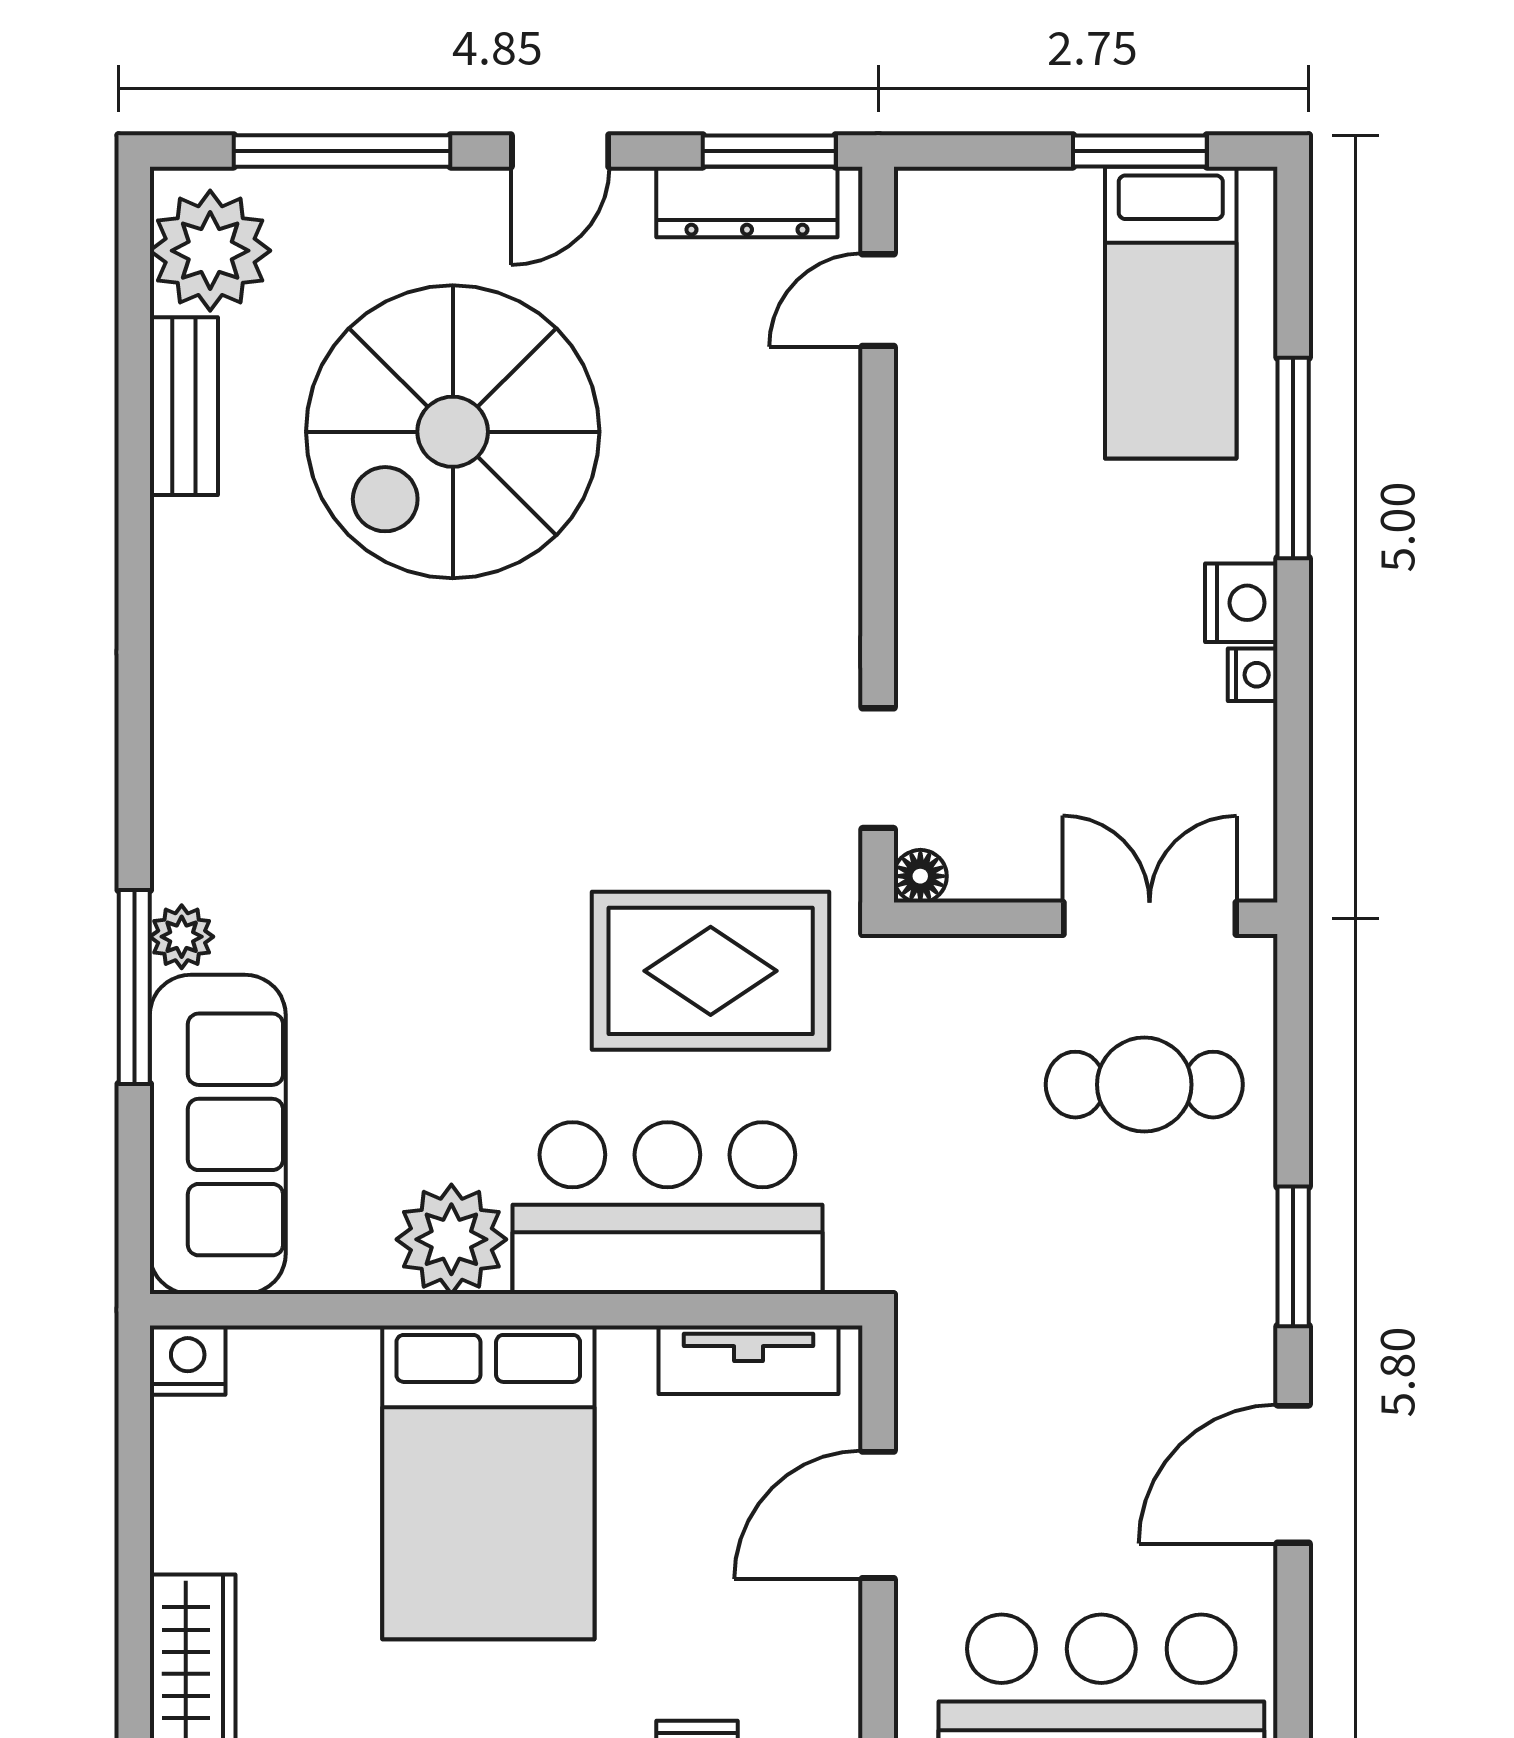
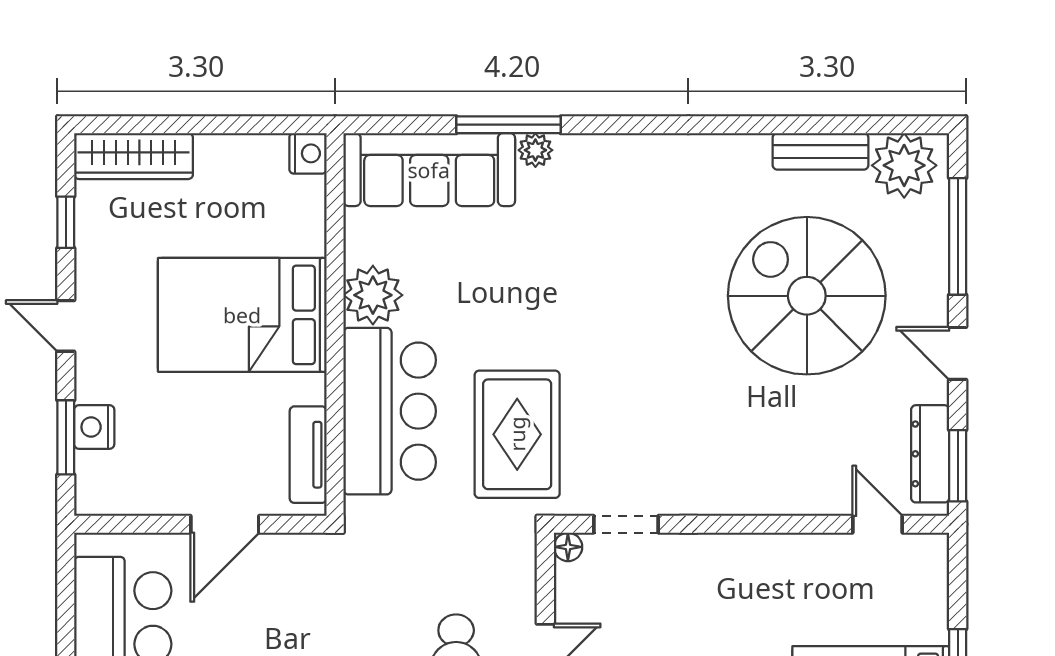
door: (878, 1515) -> (225, 524), swing flipped

